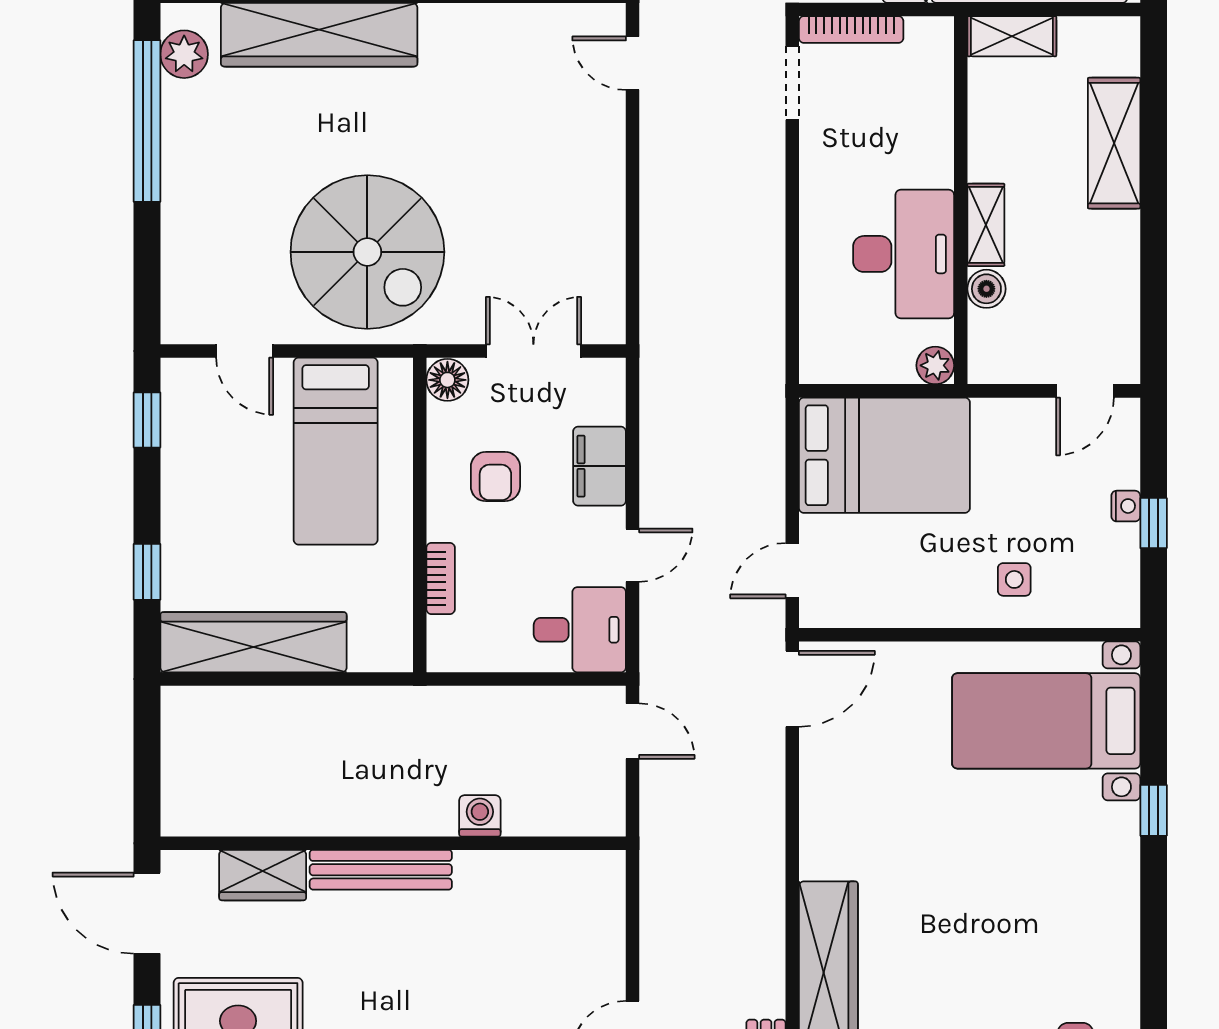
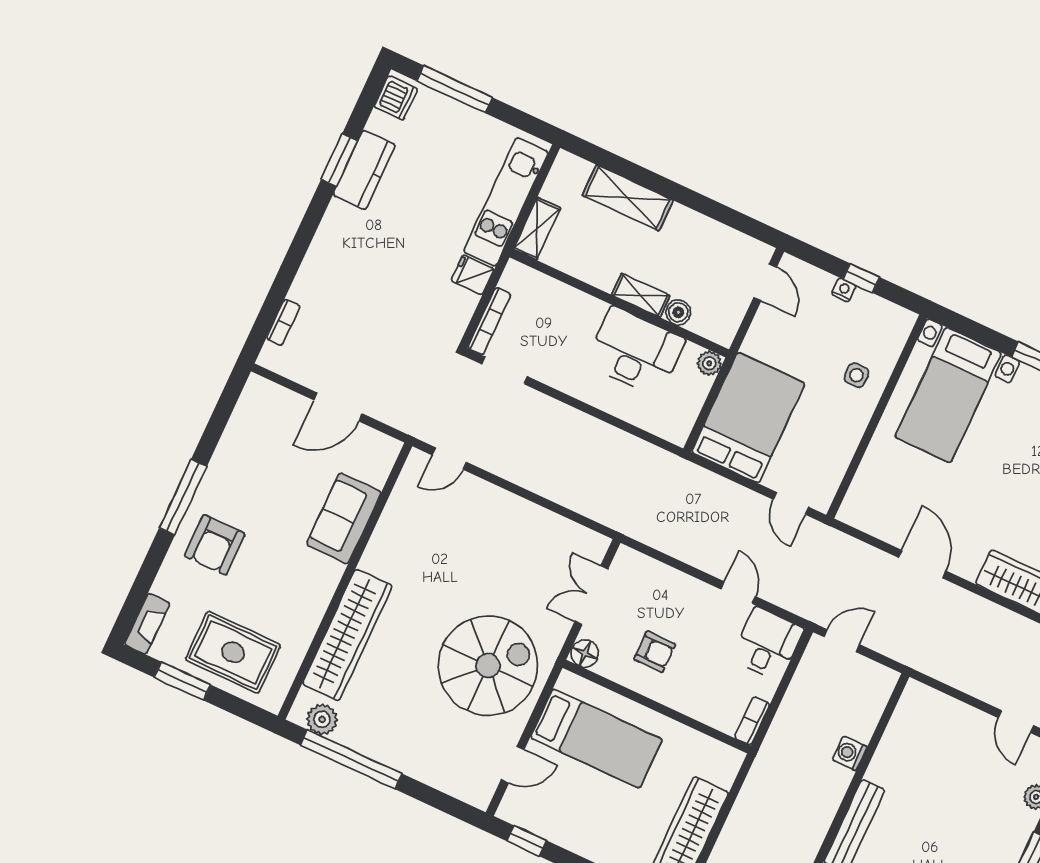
filing cabinet: (599, 466) -> (677, 588), removed
bookcase: (441, 578) -> (752, 721), moved, turned -90
door: (792, 689) -> (922, 564), moved

